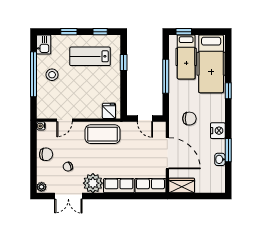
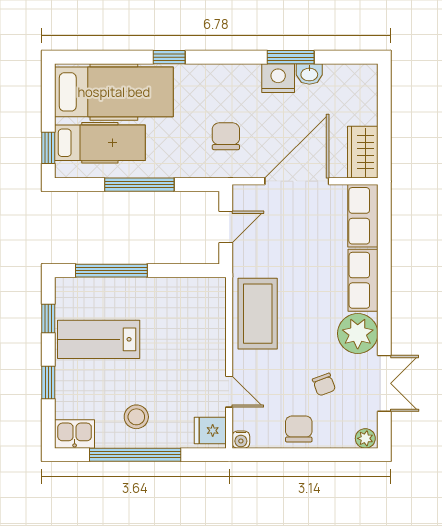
lab bench: (90, 56) -> (99, 339), turned 90
window: (124, 63) -> (111, 271), width x2.17
fridge: (109, 111) -> (210, 431), moved
nightstand: (218, 131) -> (278, 78), moved

